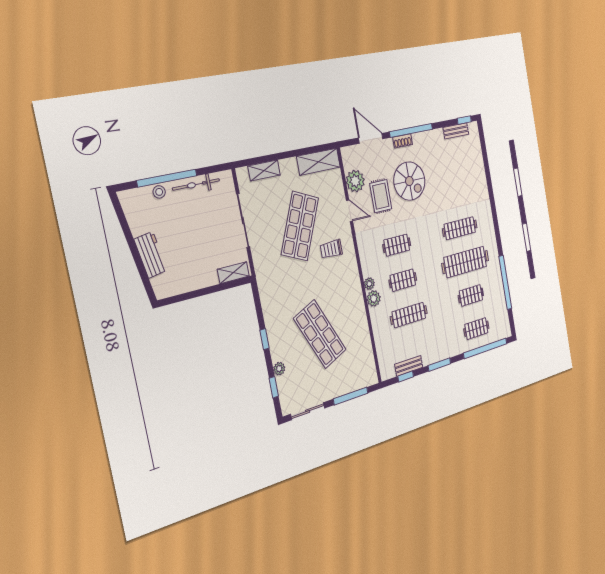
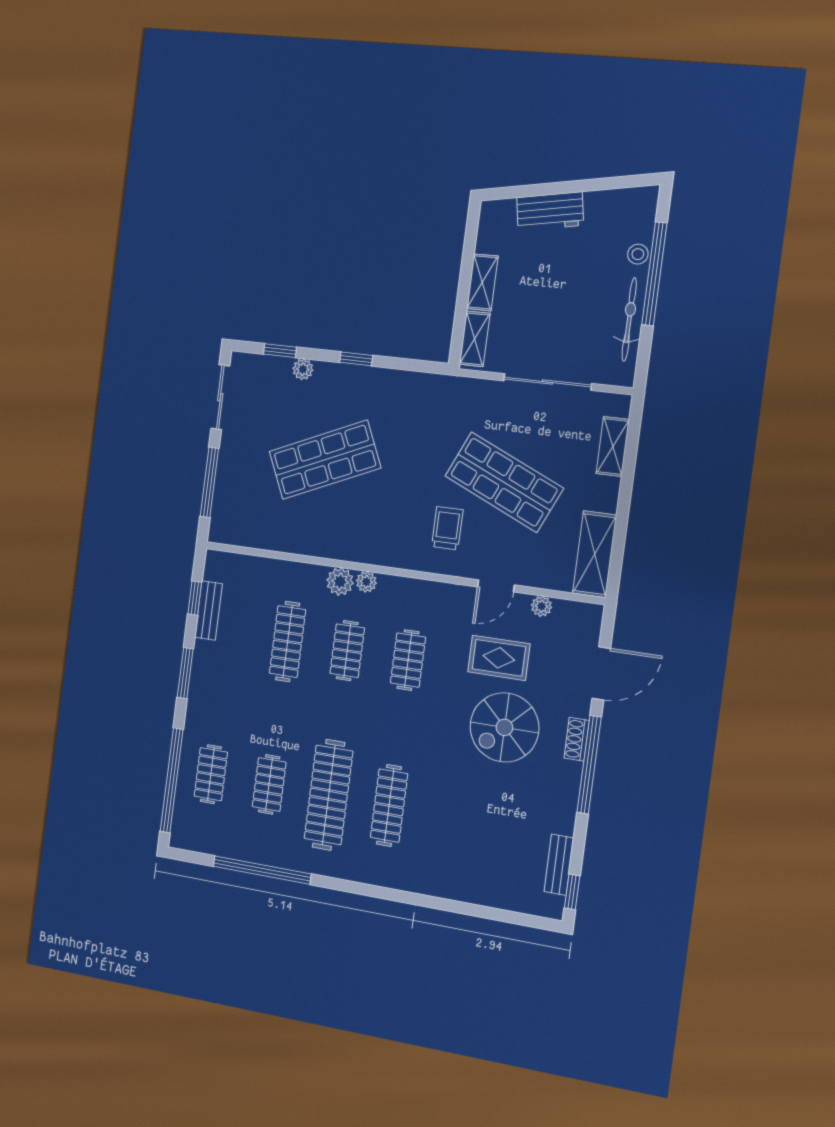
plant: (355, 181) -> (542, 606), width x0.53, depth x0.53
shelving: (202, 281) -> (482, 282), added

